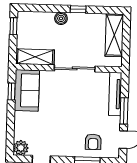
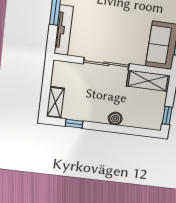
window: (78, 9) -> (74, 124), moved
shelving: (114, 35) -> (55, 102), width x0.67, depth x0.75

